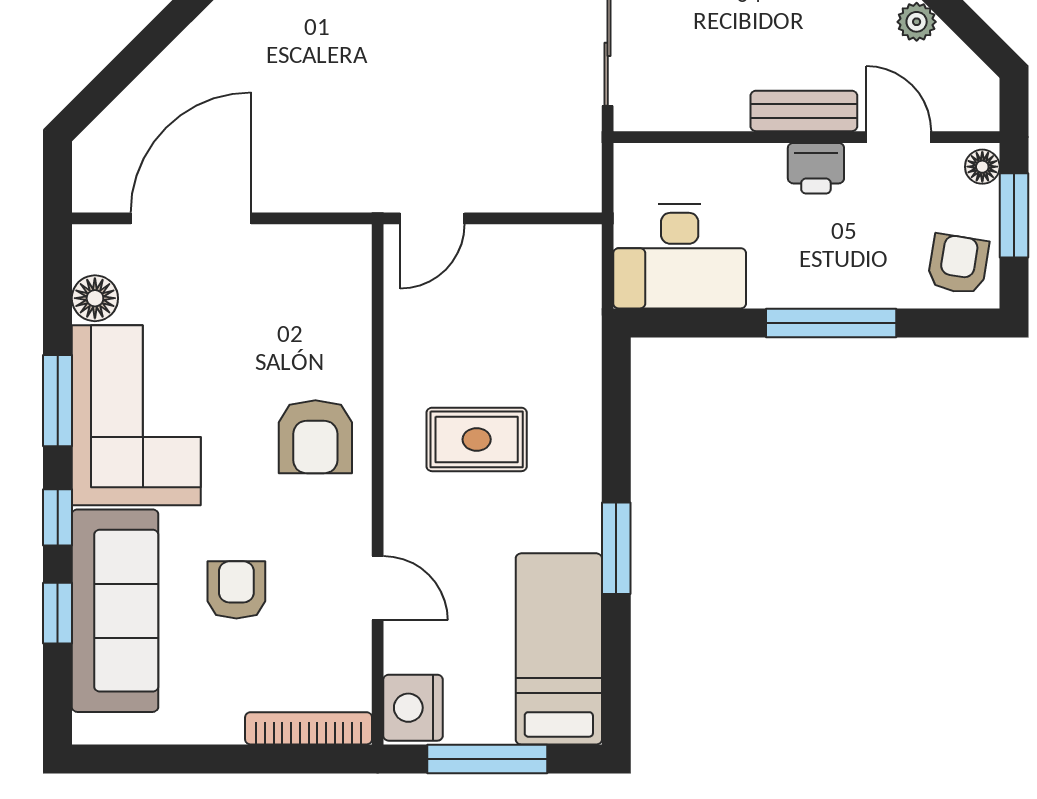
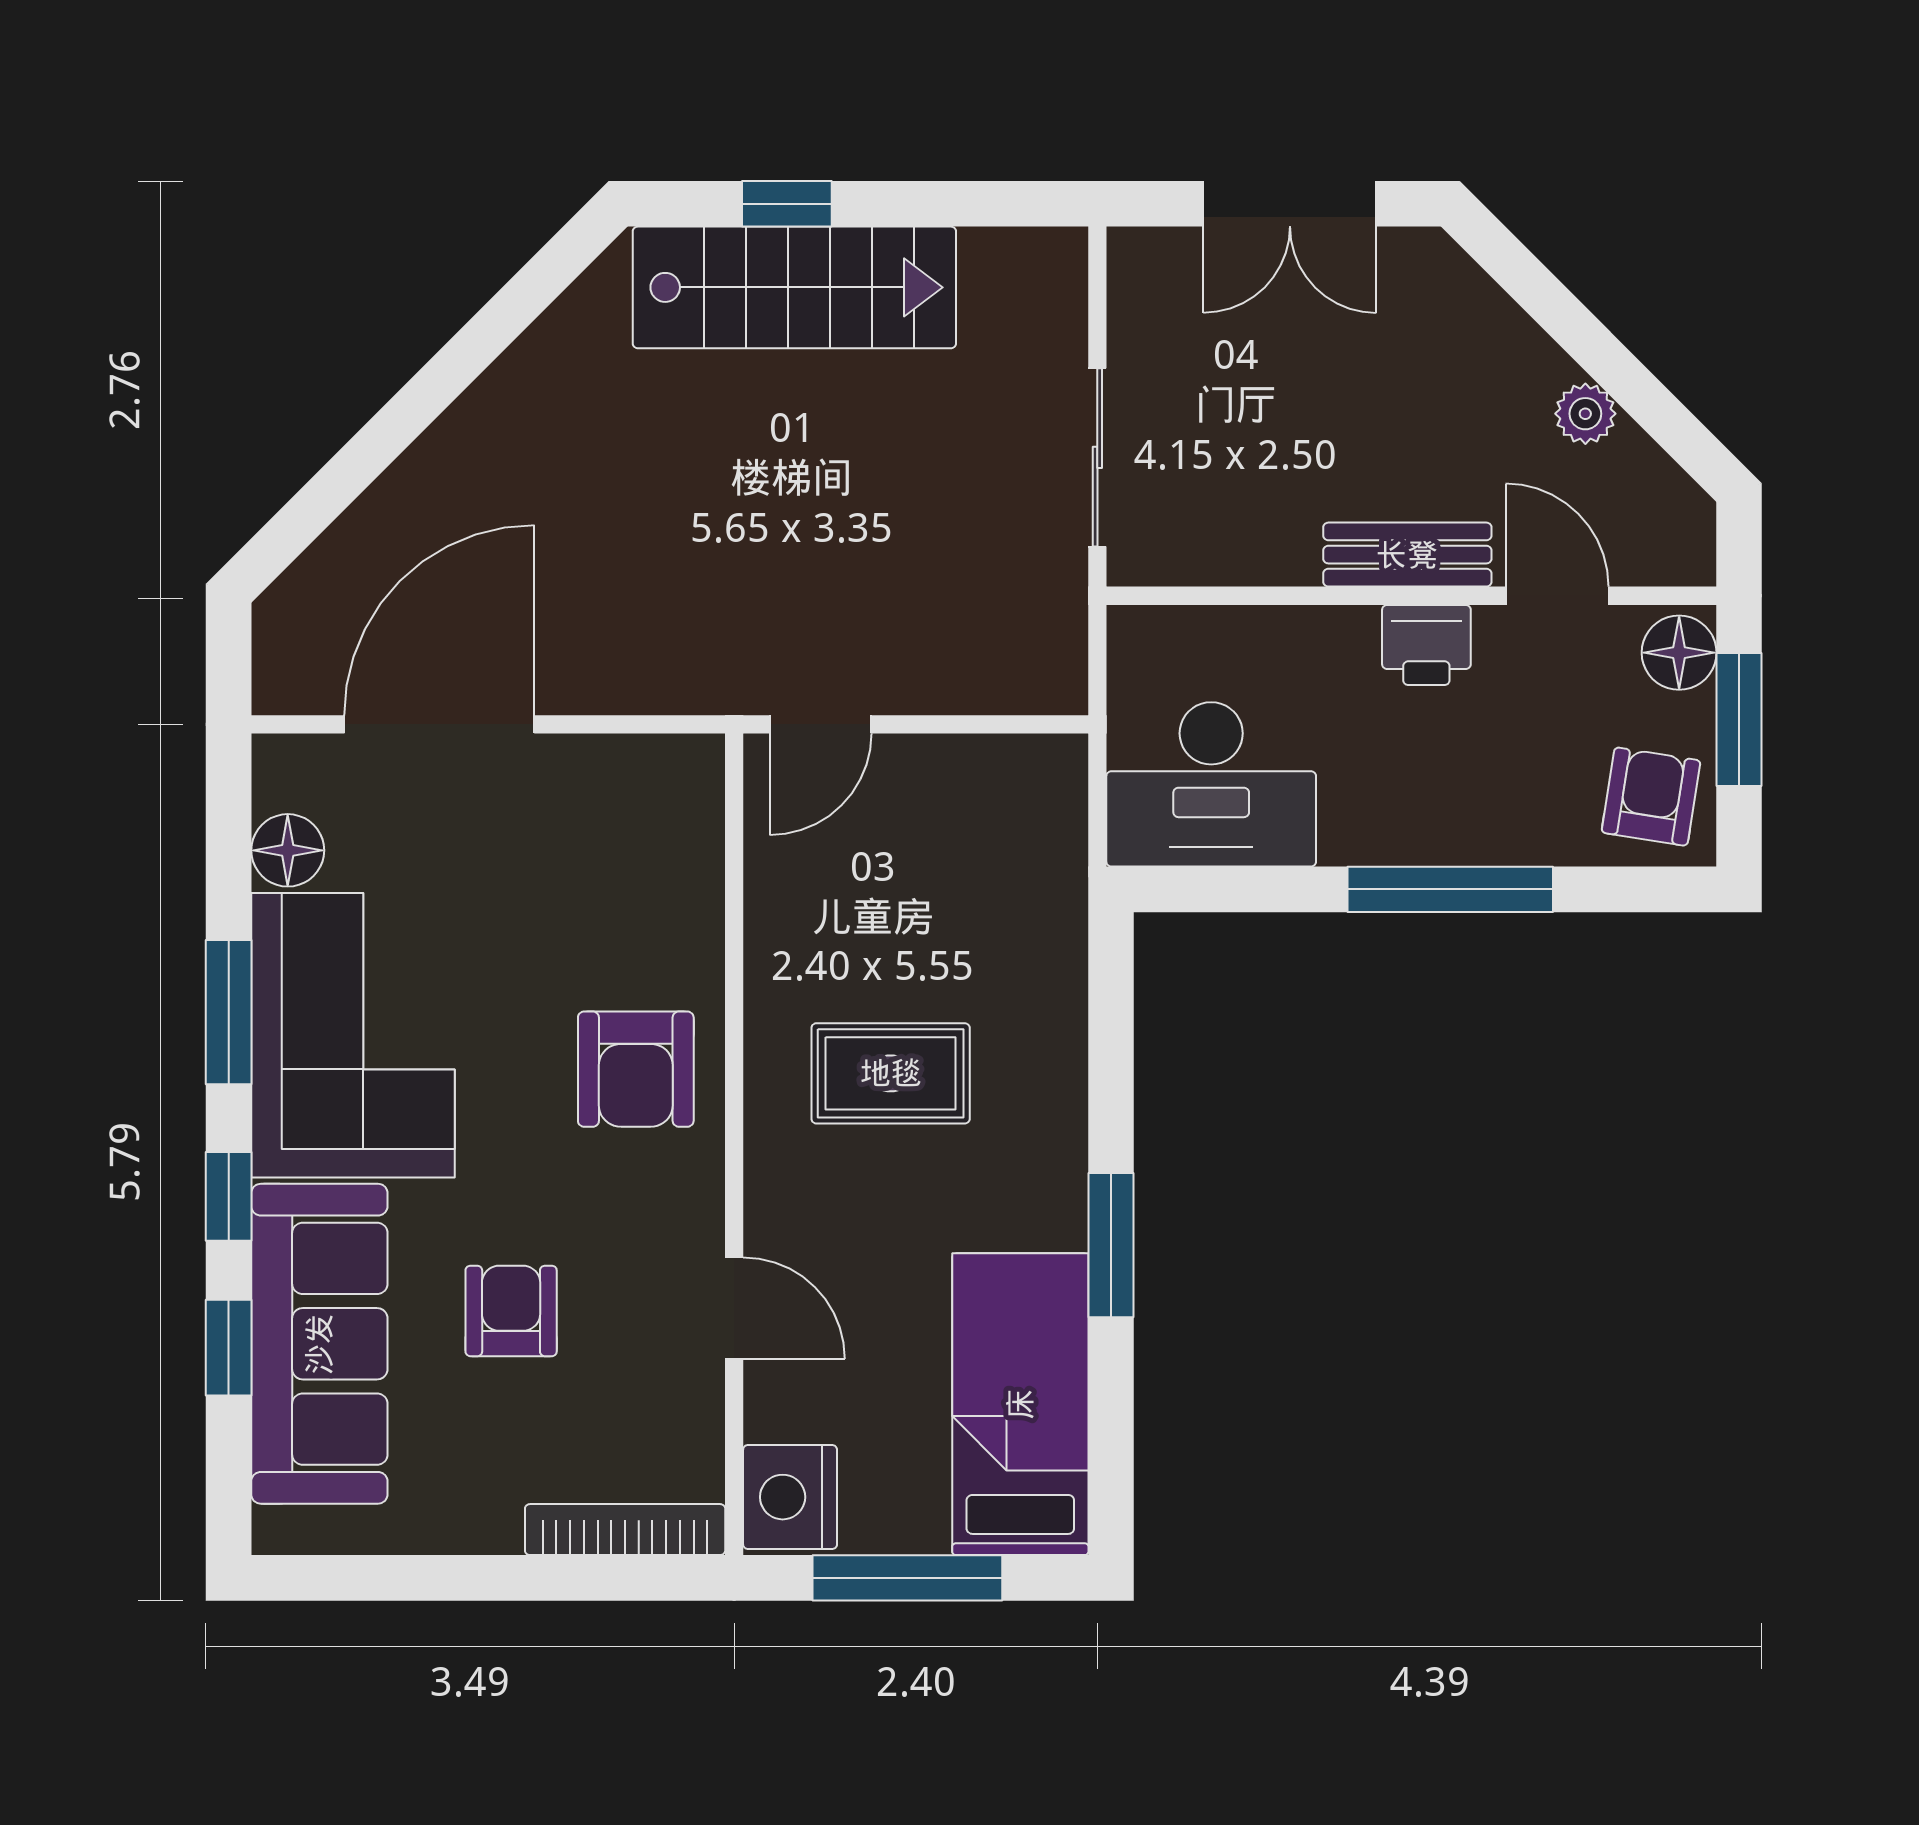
floor lamp: (982, 167) -> (1679, 653), width x1.37, depth x1.37

